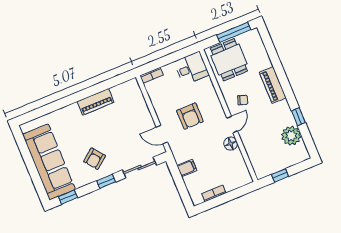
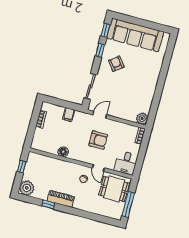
piano: (273, 85) -> (61, 199), moved
plant: (132, 87) -> (142, 119), added
piano: (96, 102) -> (150, 90), removed
armchair: (190, 116) -> (98, 140), turned 180
door: (232, 124) -> (98, 168), moved
plant: (291, 136) -> (27, 188), moved
window: (106, 181) -> (100, 50), moved

